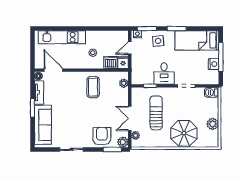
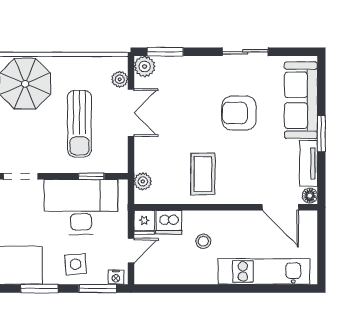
desk: (164, 73) -> (81, 207), width x1.87, depth x1.30
armchair: (102, 136) -> (239, 113), moved, turned 90

